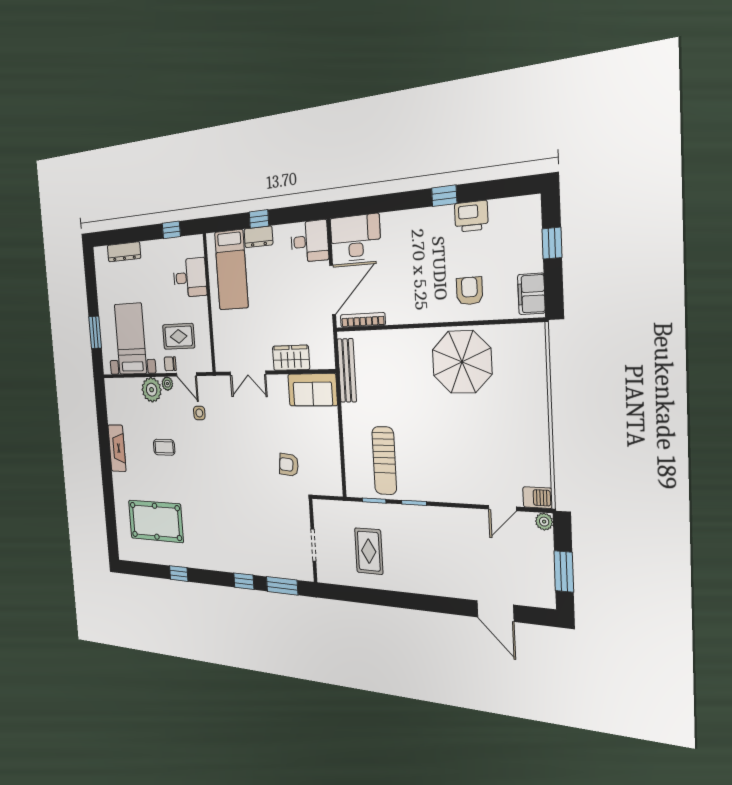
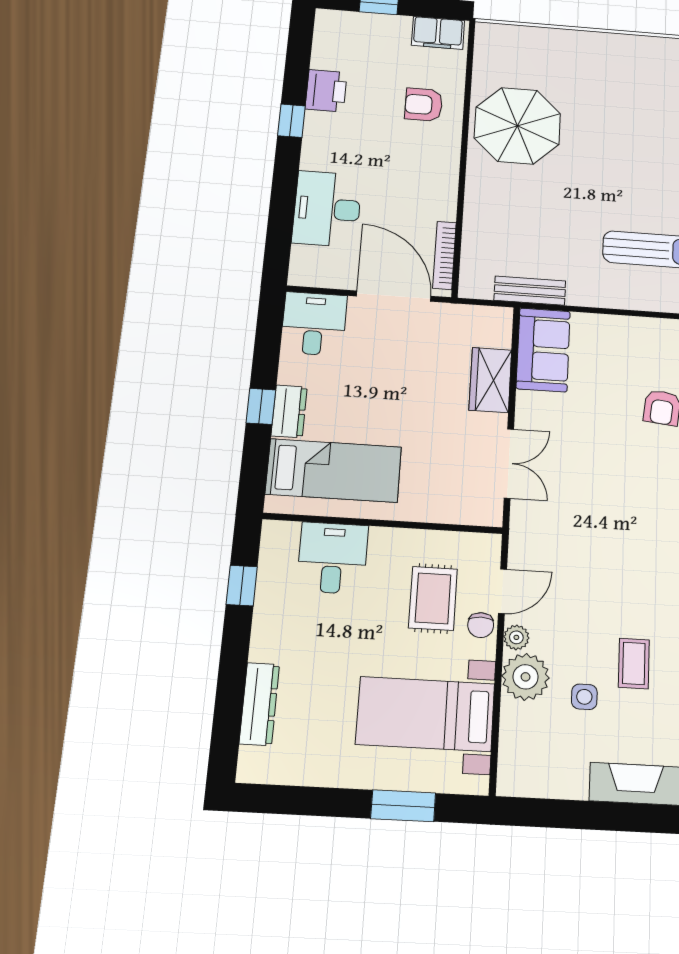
desk: (355, 238) -> (327, 209), moved
bench: (347, 370) -> (530, 291), width x0.73
side table: (199, 413) -> (584, 697), moved

